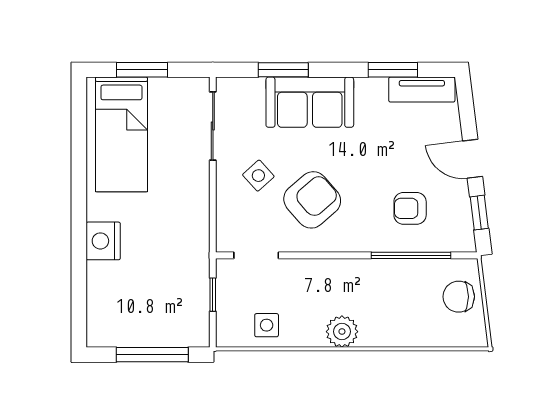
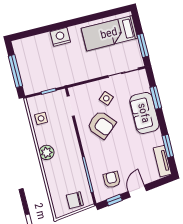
window: (142, 70) -> (143, 45), moved
armchair: (410, 208) -> (112, 180), moved
chair: (459, 297) -> (75, 200), turned -90

